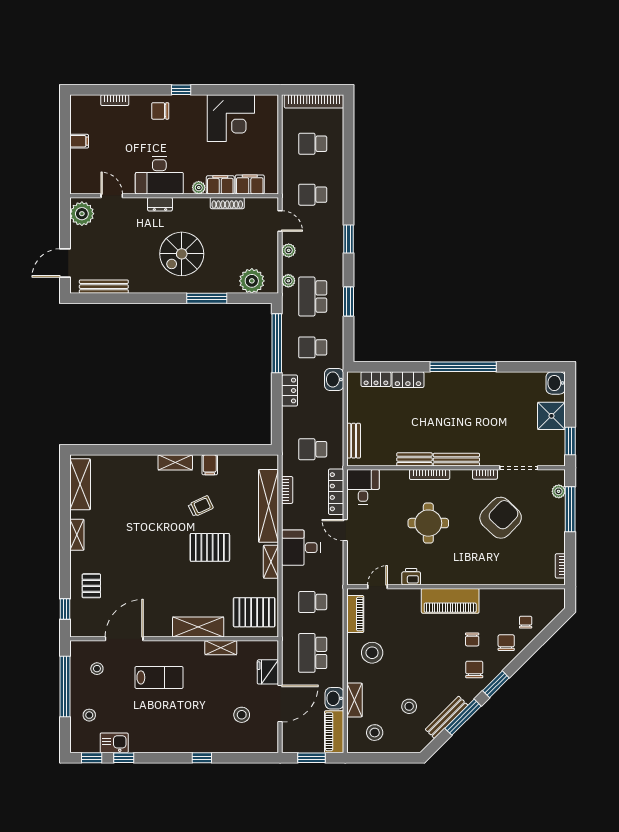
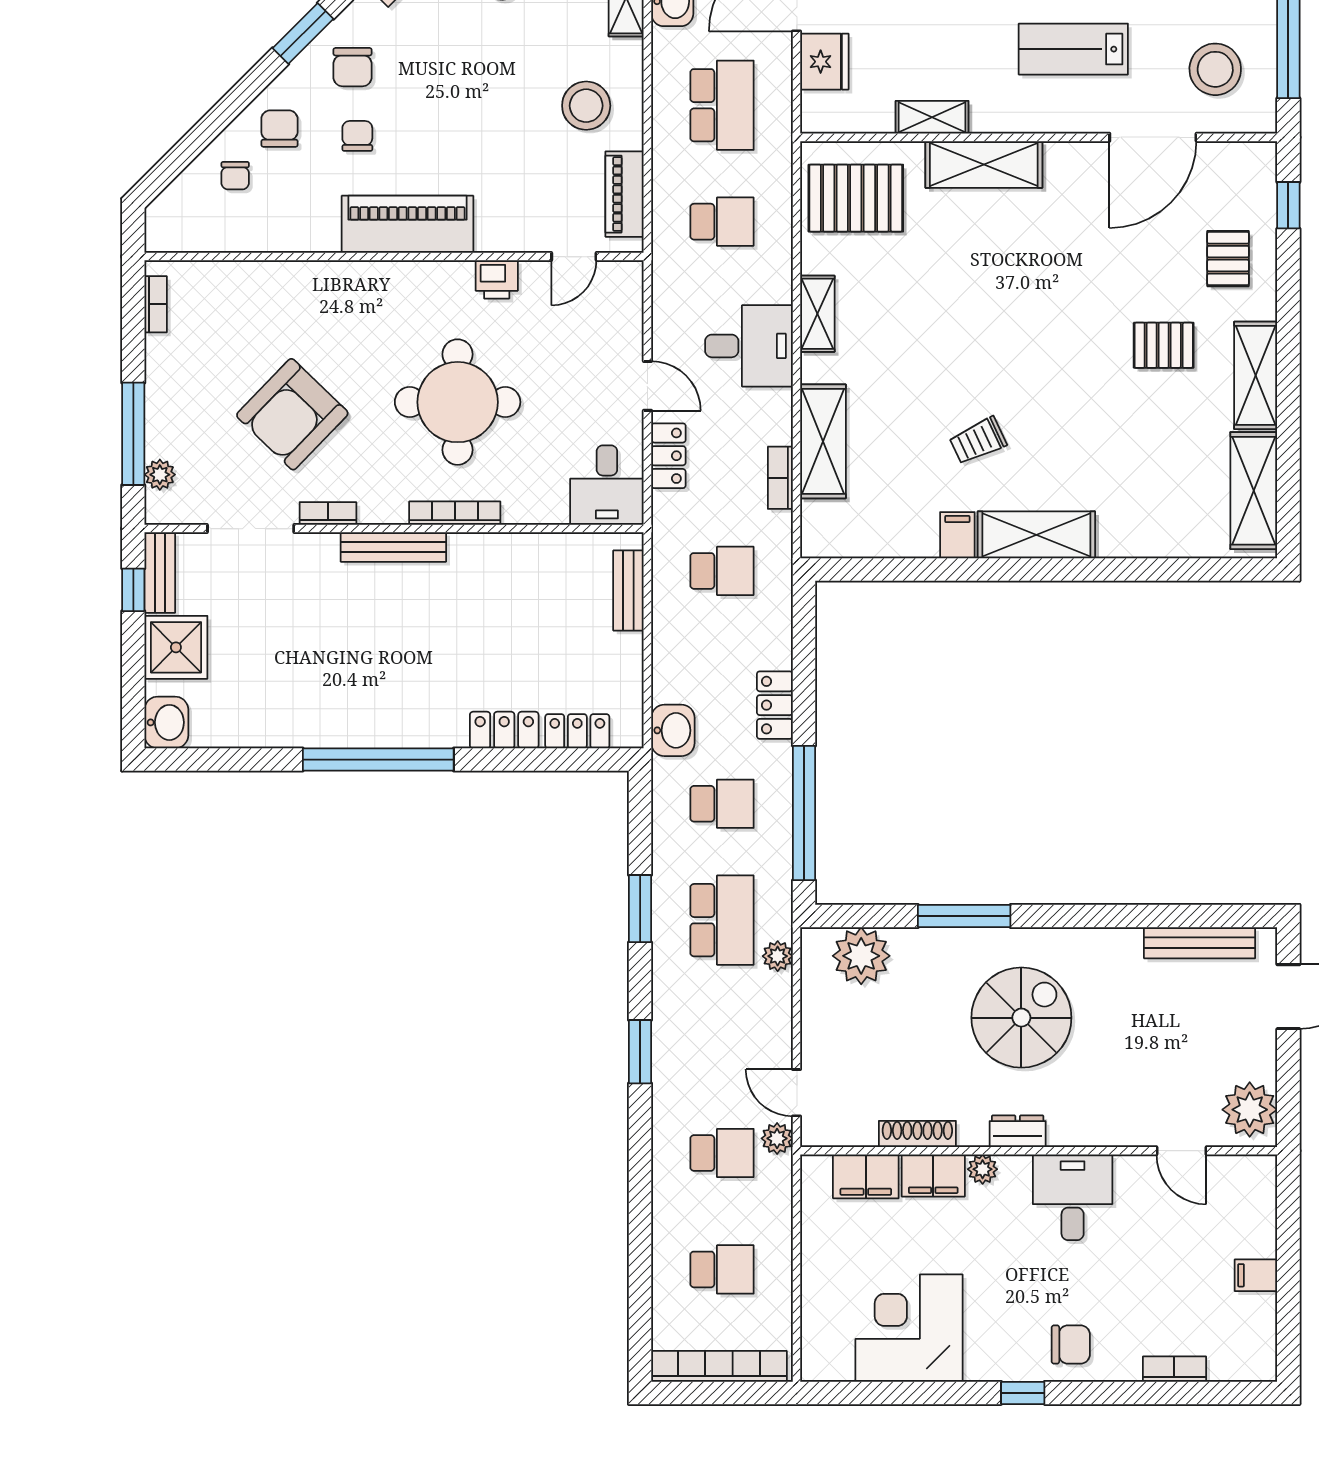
desk: (159, 175) -> (1073, 1197), width x0.73
dresser: (160, 204) -> (1018, 1131), moved
plant: (289, 250) -> (777, 1138), moved
window: (570, 441) -> (133, 590), width x0.67
bench: (414, 459) -> (160, 573), moved, turned 90
shelving: (175, 462) -> (1036, 535), width x1.50, depth x1.33
locker: (336, 492) -> (668, 456), width x0.66
shelving: (268, 506) -> (823, 441), width x0.68
round table: (428, 523) -> (458, 402), width x1.36, depth x1.36
shelving: (77, 535) -> (1256, 375), width x1.50, depth x1.33
pallet: (210, 547) -> (1164, 345), moved, width x0.67, depth x0.71
chair: (506, 643) -> (279, 129), turned 180
stool: (97, 669) -> (1215, 69), width x1.89, depth x1.89

